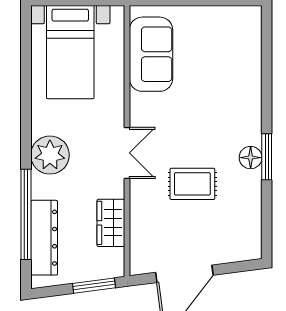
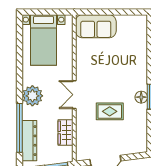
sofa: (151, 54) -> (96, 26), moved, turned 90
double door: (127, 153) -> (74, 95), swing flipped

